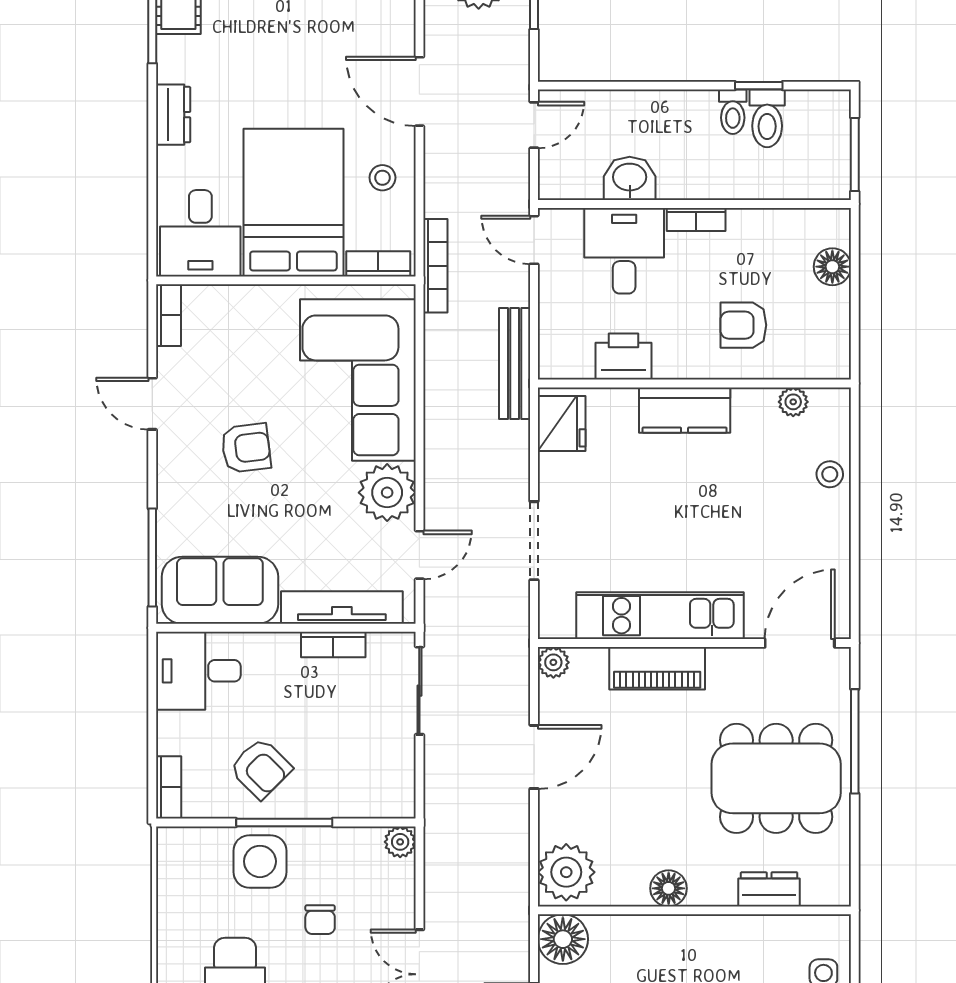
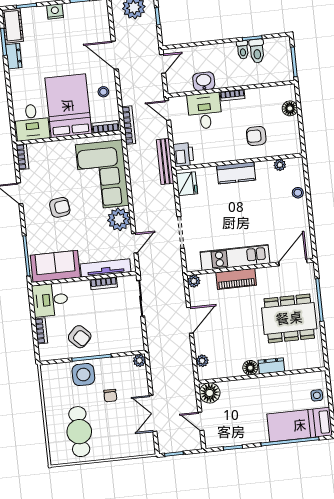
dresser: (173, 115) -> (14, 56), moved
printer: (623, 357) -> (183, 155), moved, turned 90
bookcase: (169, 787) -> (41, 331), moved
plant: (566, 872) -> (202, 361), width x0.53, depth x0.53
dresser: (769, 889) -> (271, 366), moved

